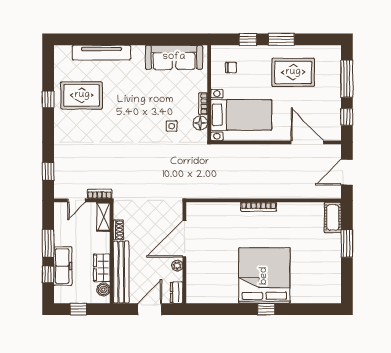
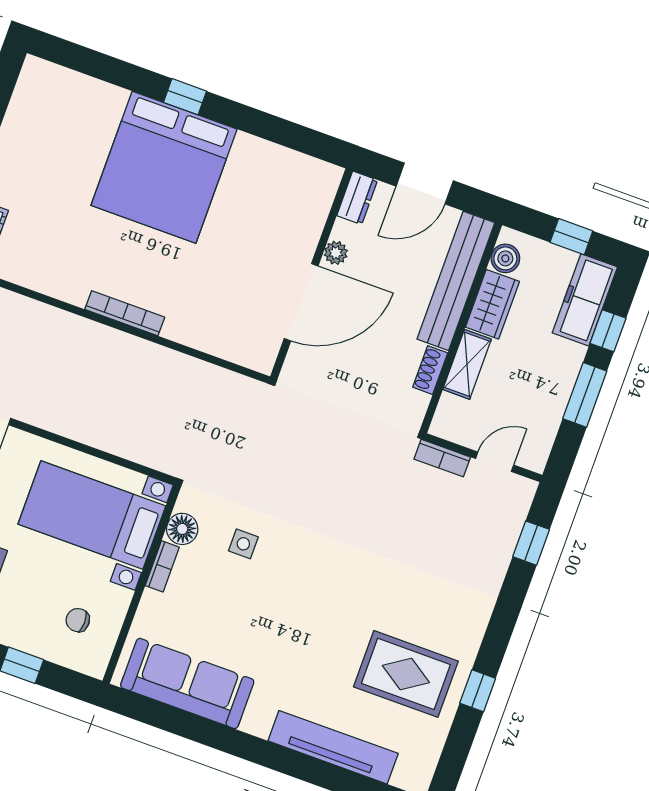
shelving: (103, 217) -> (467, 364), moved
freezer: (63, 266) -> (585, 300), moved

